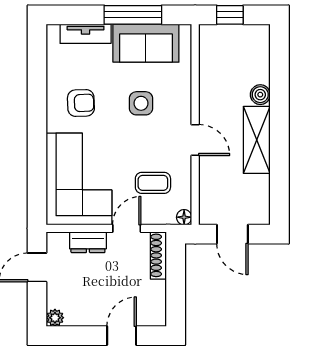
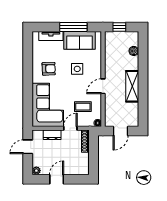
boiler: (260, 95) -> (134, 51), moved
door: (195, 140) -> (103, 86), swing flipped
door: (232, 234) -> (121, 131), hinge flipped
door: (122, 336) -> (57, 179), moved

